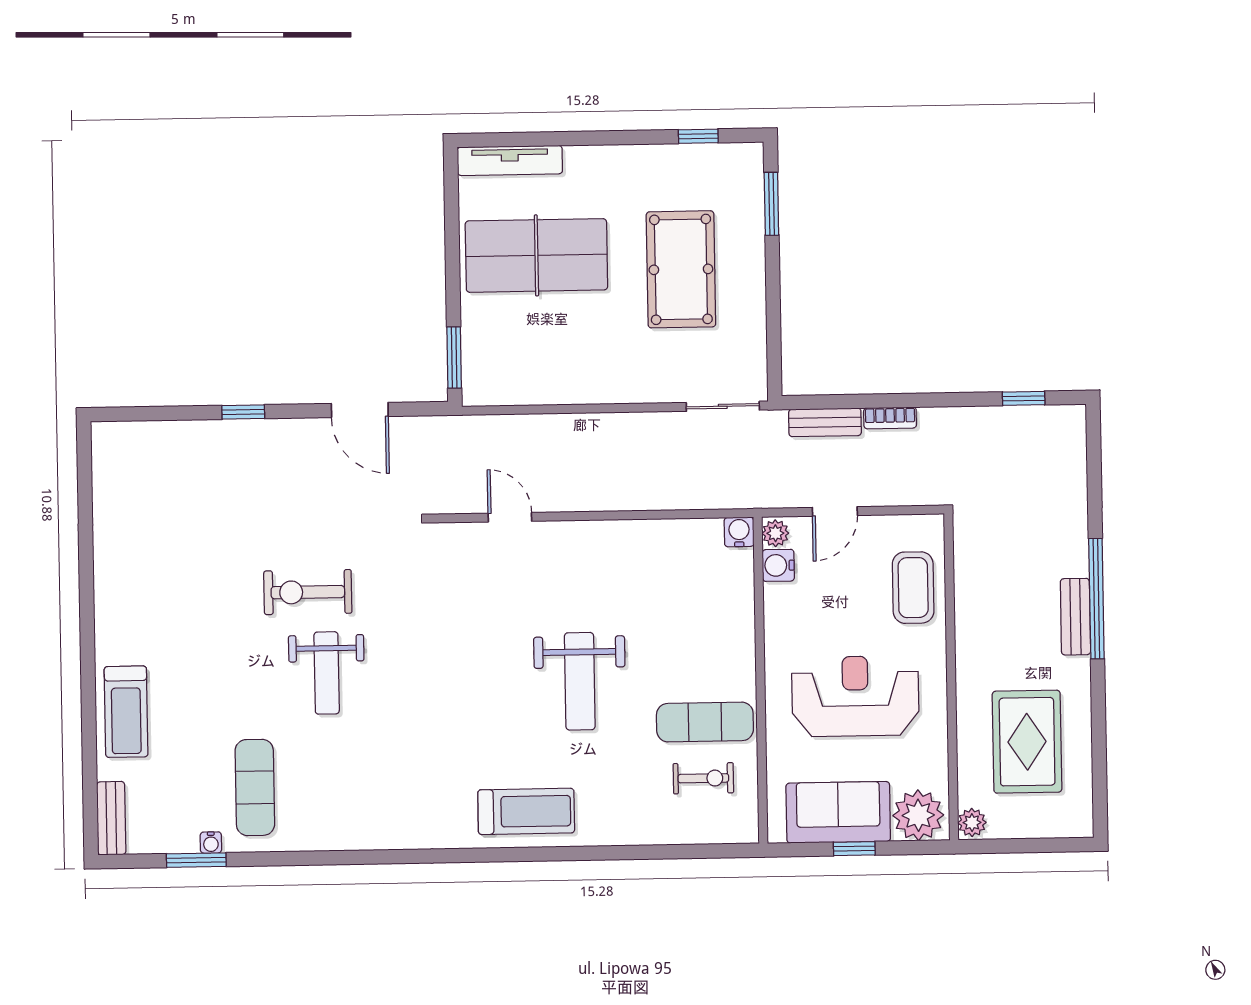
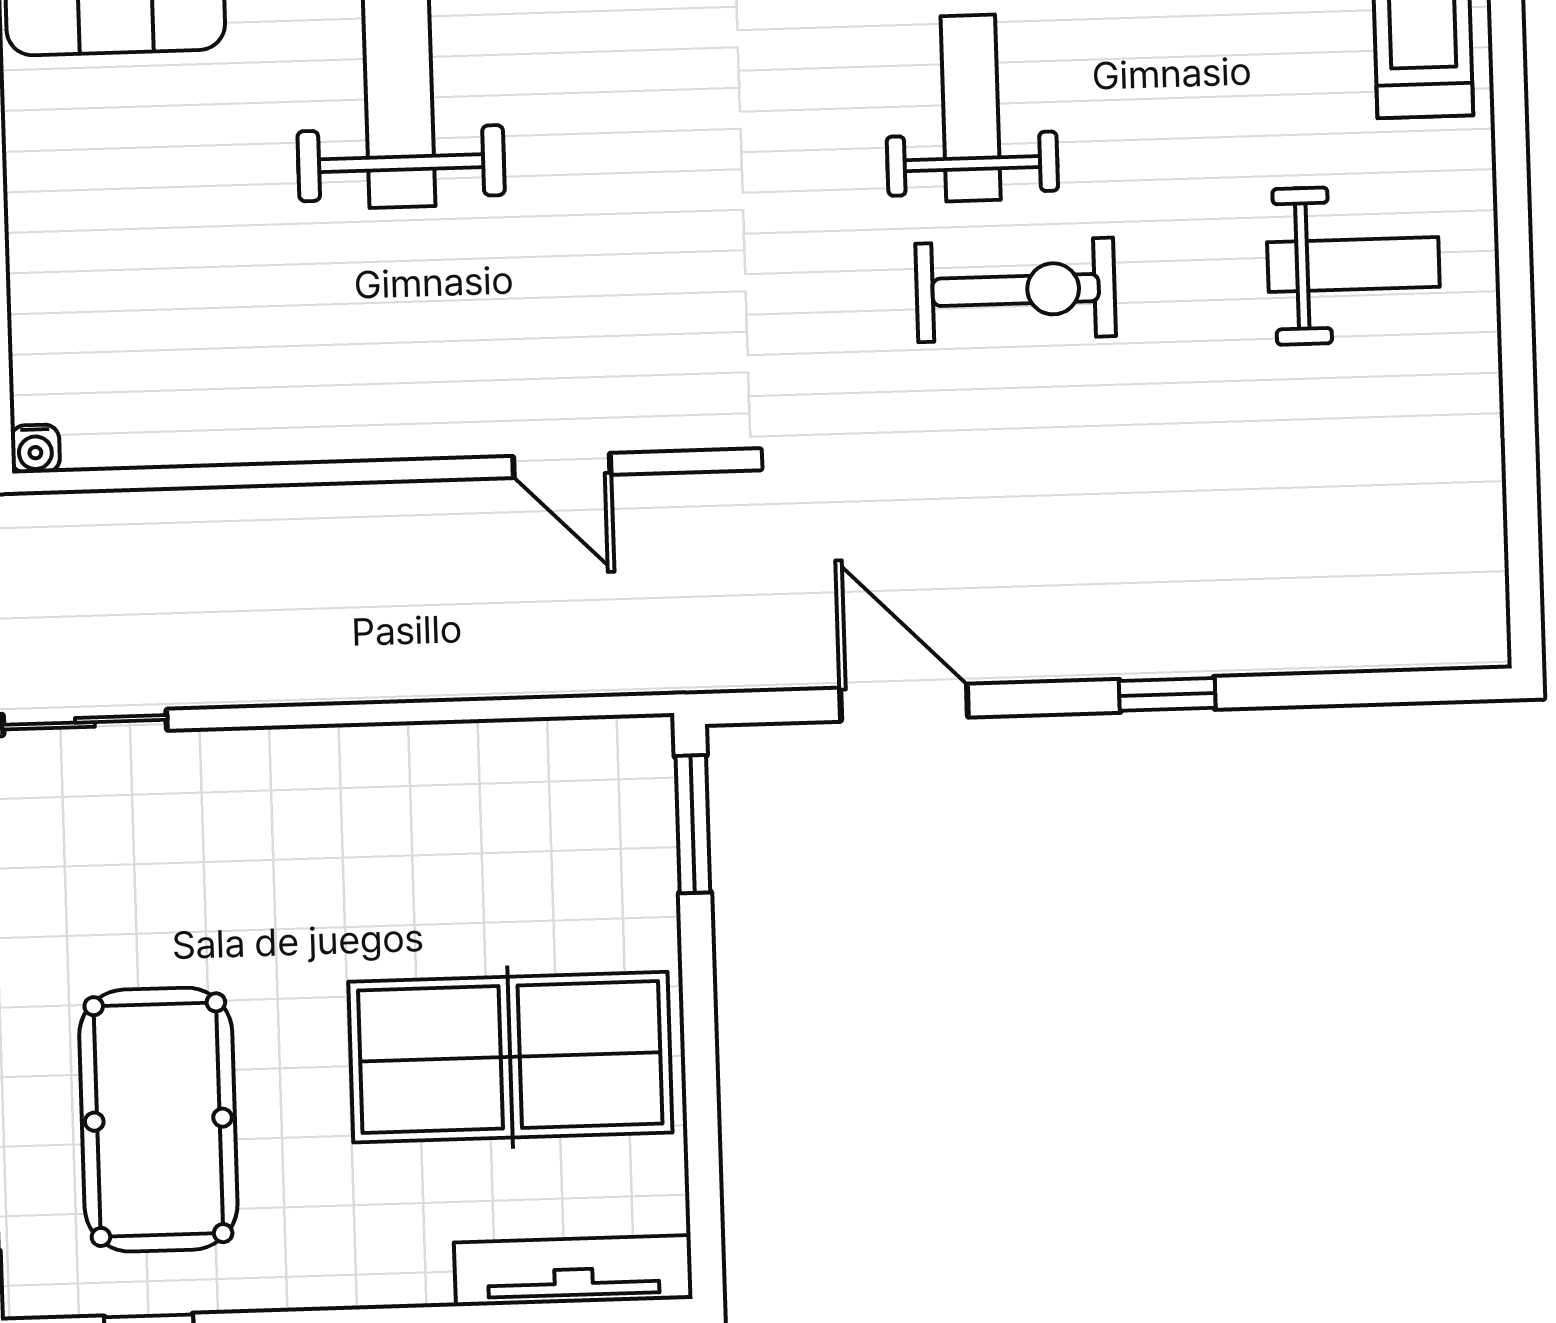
pool table: (681, 269) -> (158, 1120), moved
water cooler: (739, 532) -> (35, 449), width x0.72, depth x0.72
weight bench: (158, 601) -> (1353, 264), added

